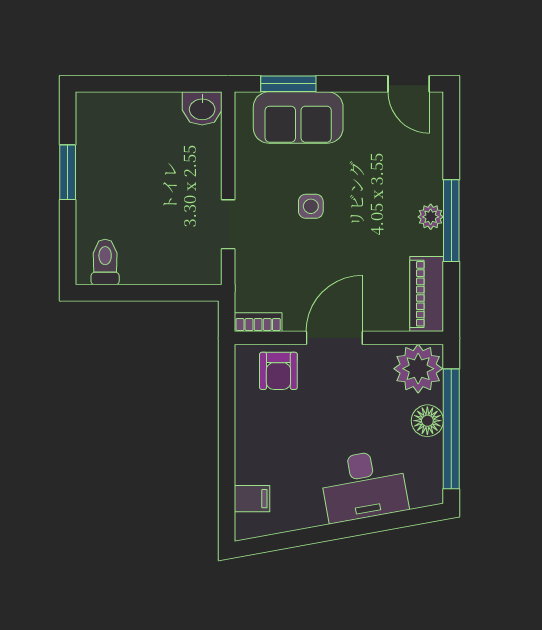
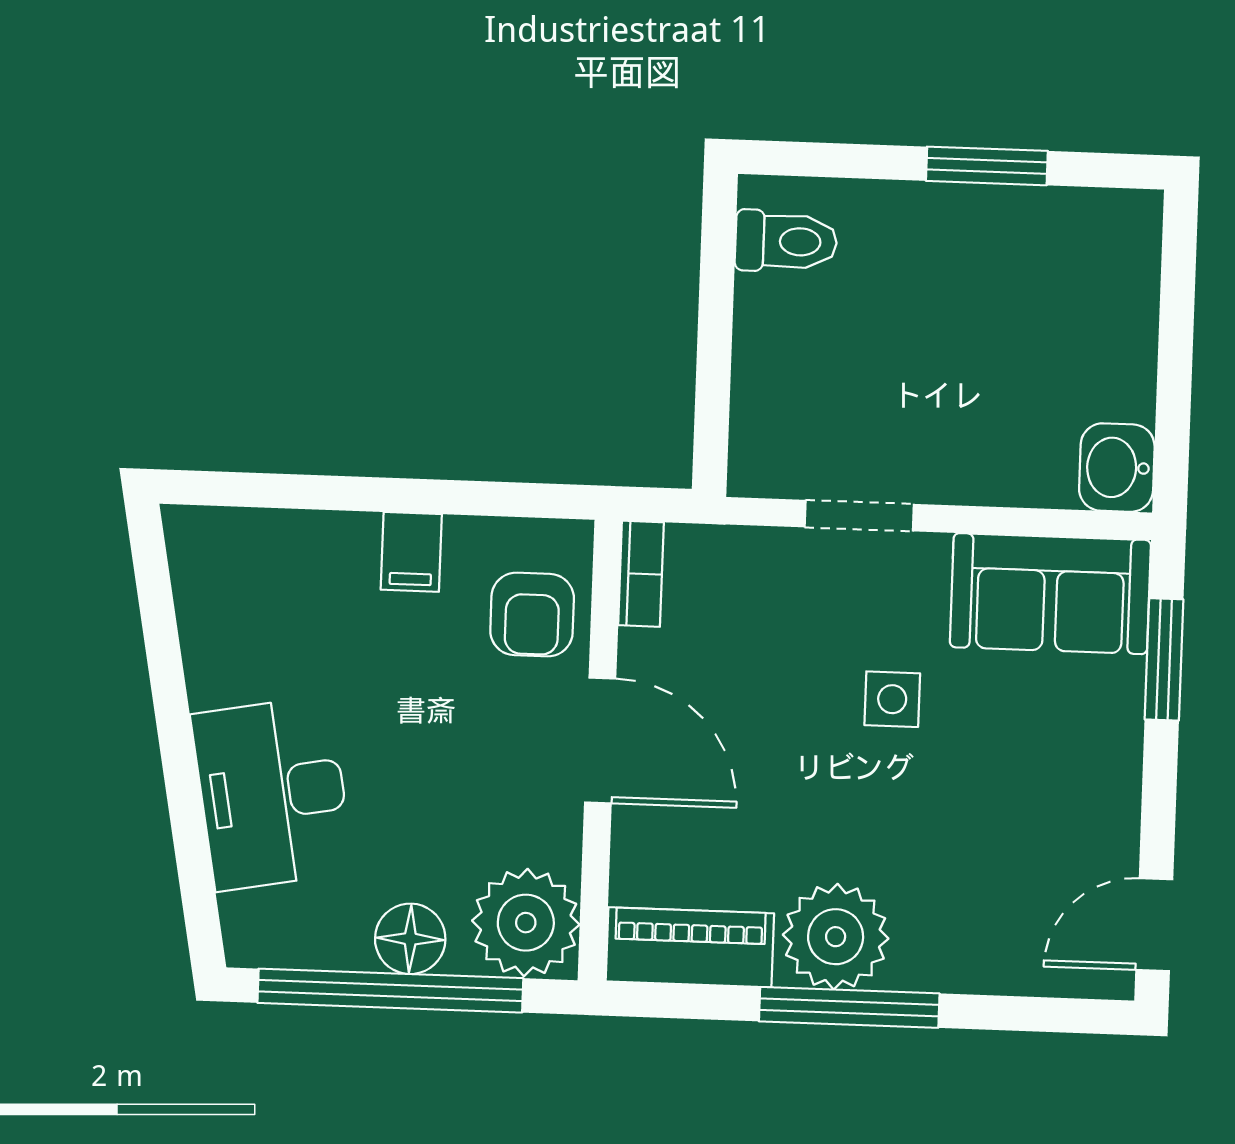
sofa: (298, 117) -> (1050, 594), moved, turned -90
plant: (431, 217) -> (836, 937), width x1.87, depth x1.87
armchair: (278, 371) -> (532, 614), turned -90
filing cabinet: (252, 499) -> (411, 552), moved

